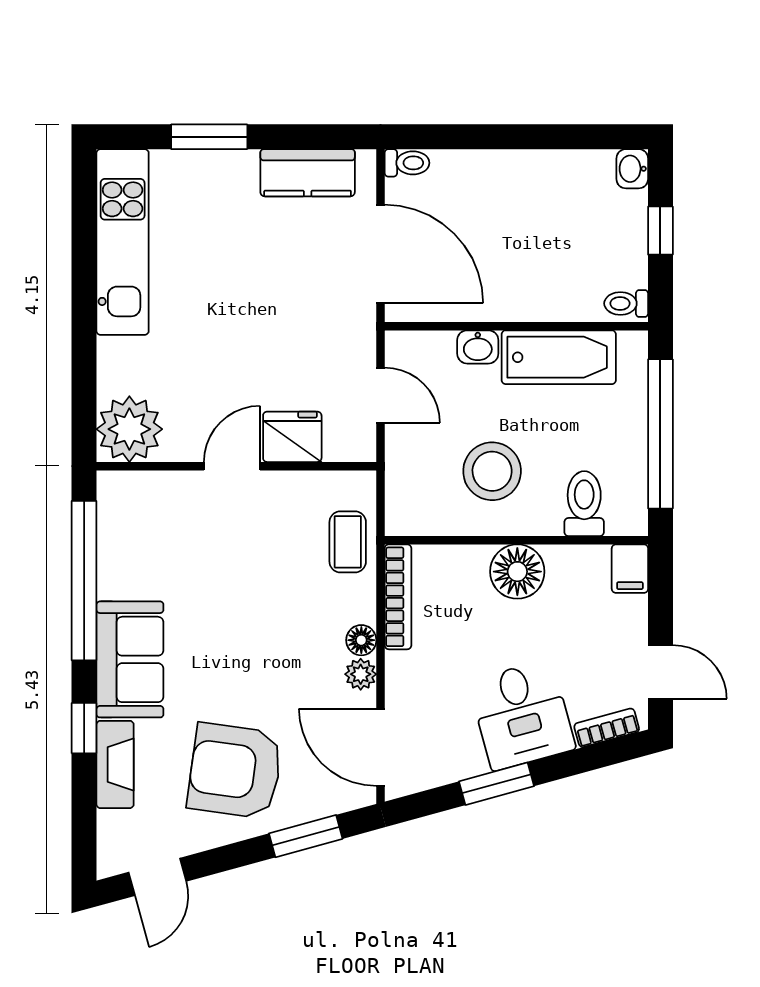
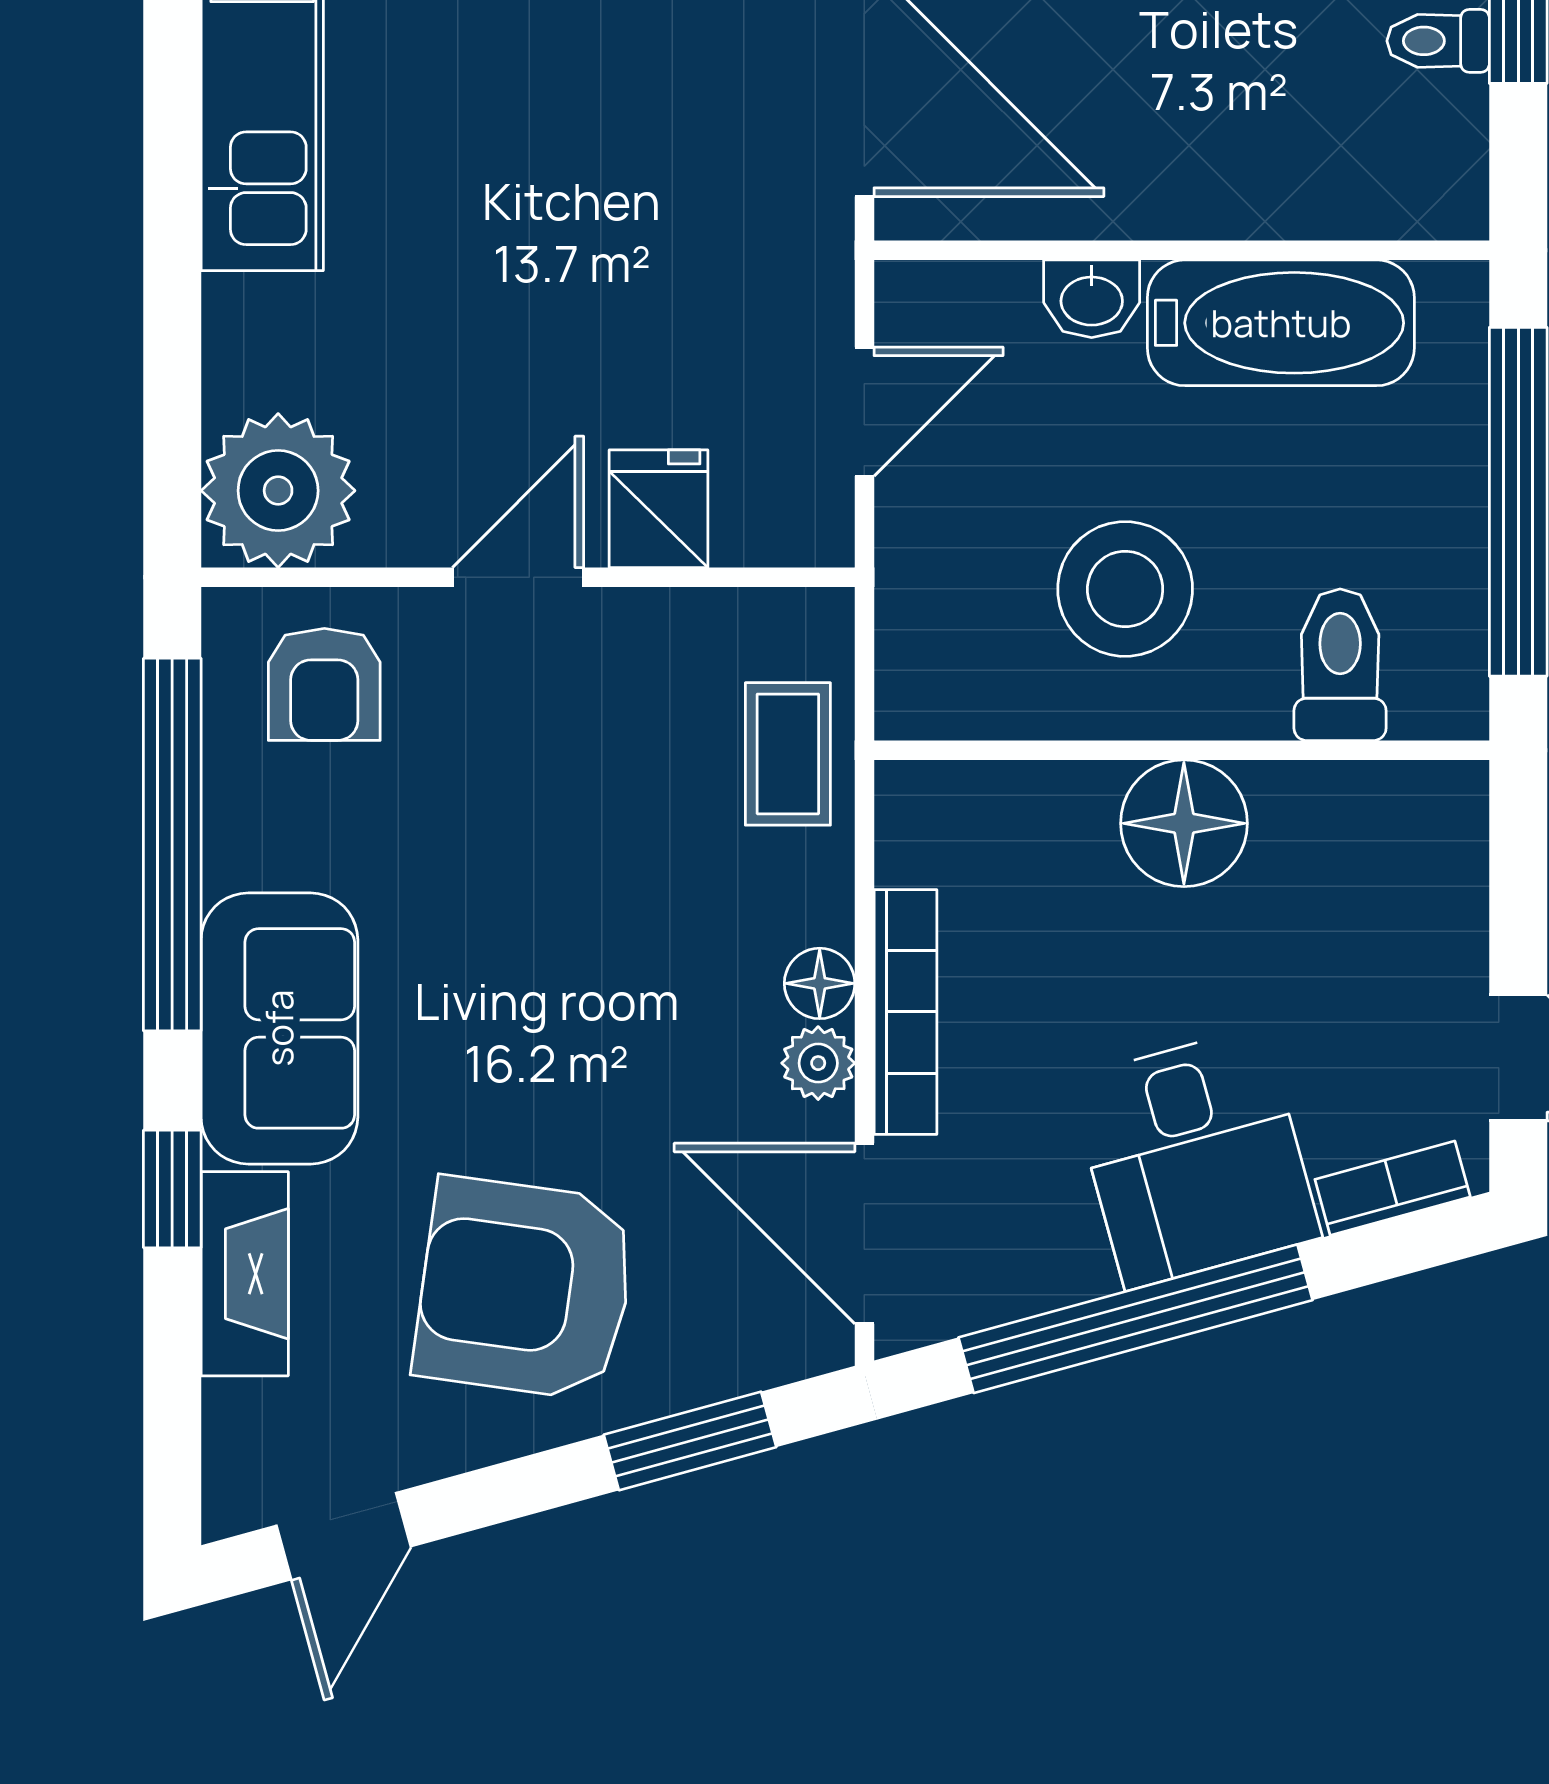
toilet: (626, 303) -> (1438, 41), moved
door: (380, 395) -> (864, 412), hinge flipped
fridge: (292, 437) -> (658, 509), width x0.72
armchair: (149, 512) -> (324, 684), added
filing cabinet: (630, 569) -> (1447, 816), removed
bookcase: (398, 597) -> (905, 1012), moved
window: (497, 784) -> (1136, 1319), width x2.11

